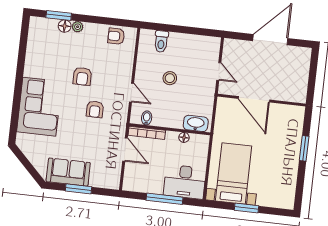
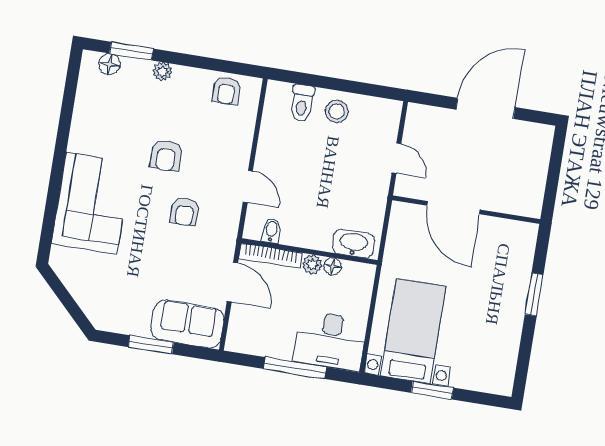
floor lamp: (65, 26) -> (109, 64), moved
armchair: (116, 36) -> (226, 90), turned -90
stool: (170, 78) -> (337, 111), moved
plant: (172, 137) -> (312, 264), added
sofa: (68, 172) -> (187, 324), moved

